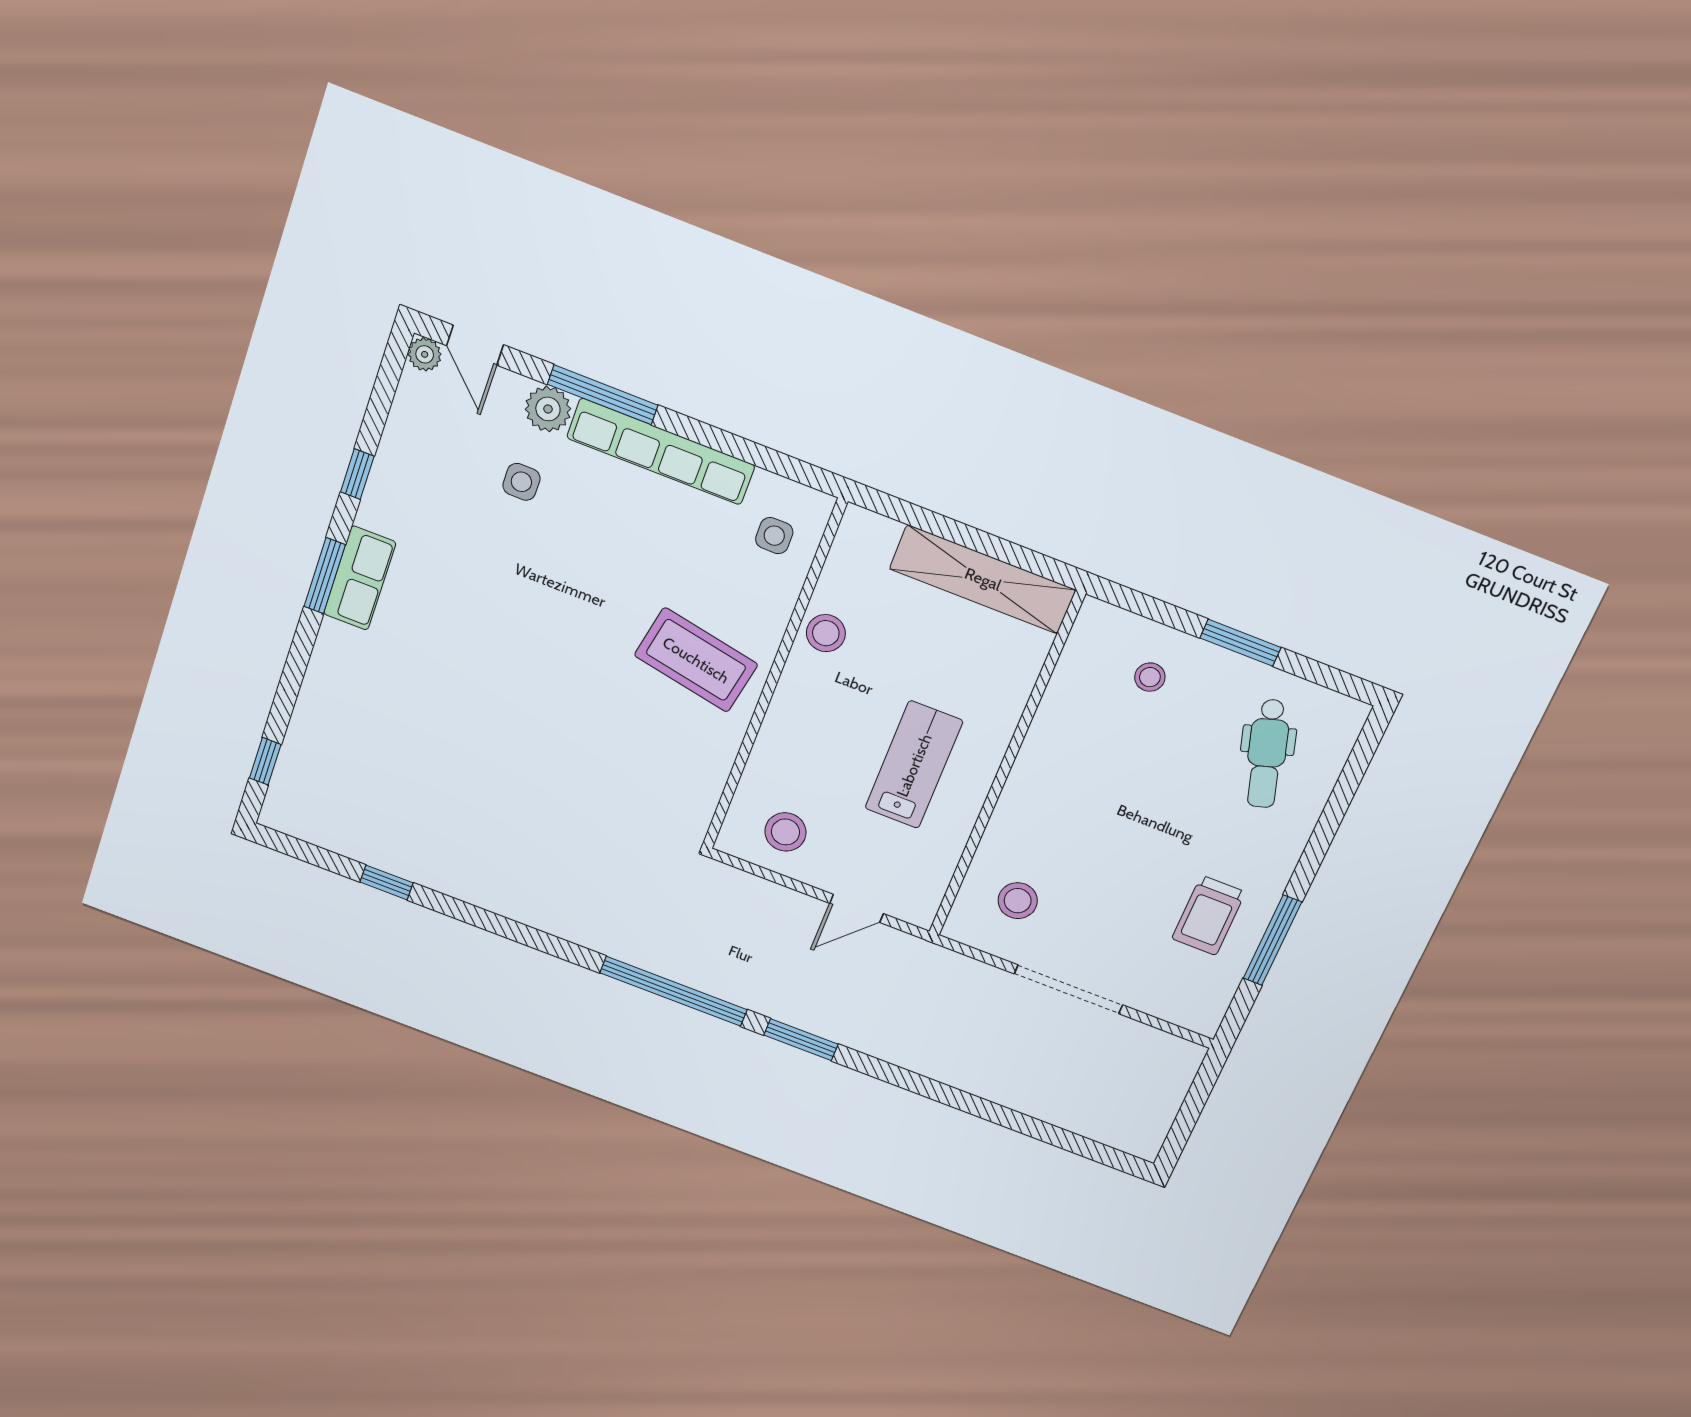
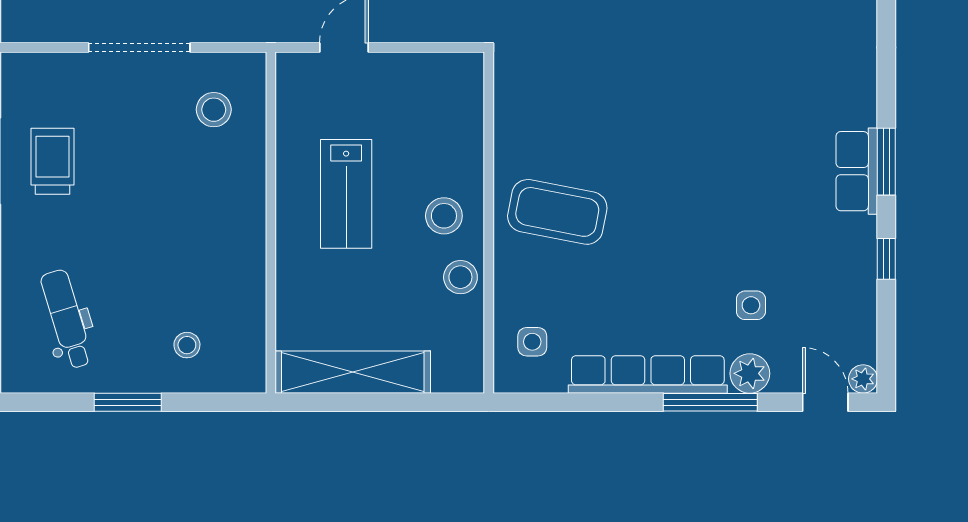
stool: (785, 832) -> (444, 216), moved

